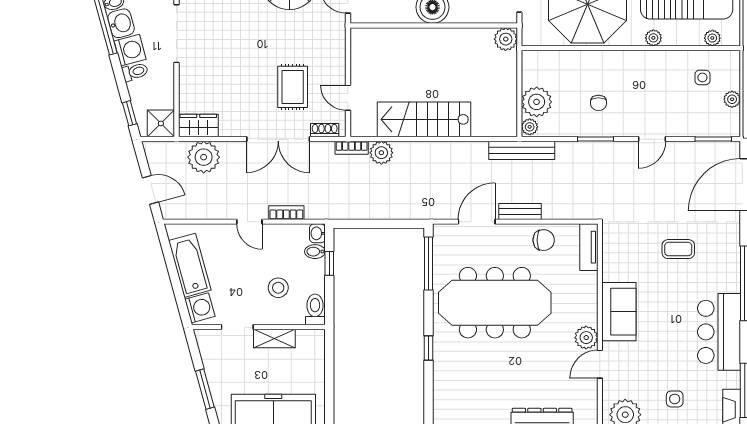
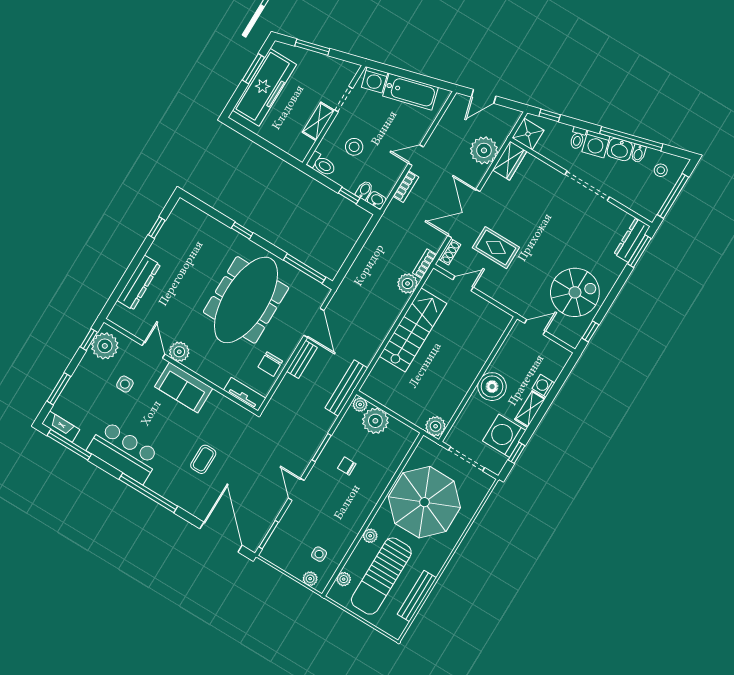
plant: (732, 99) -> (310, 579), moved
side table: (675, 399) -> (125, 384), moved

